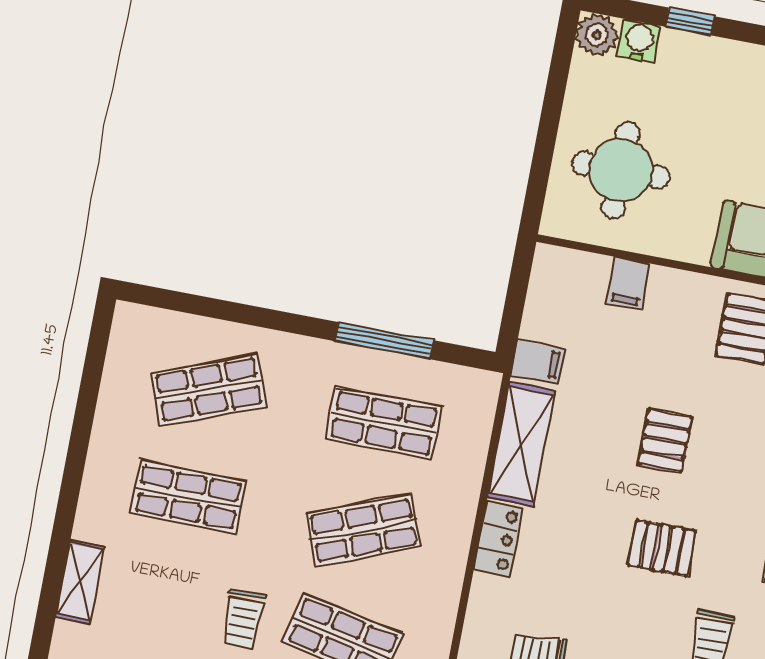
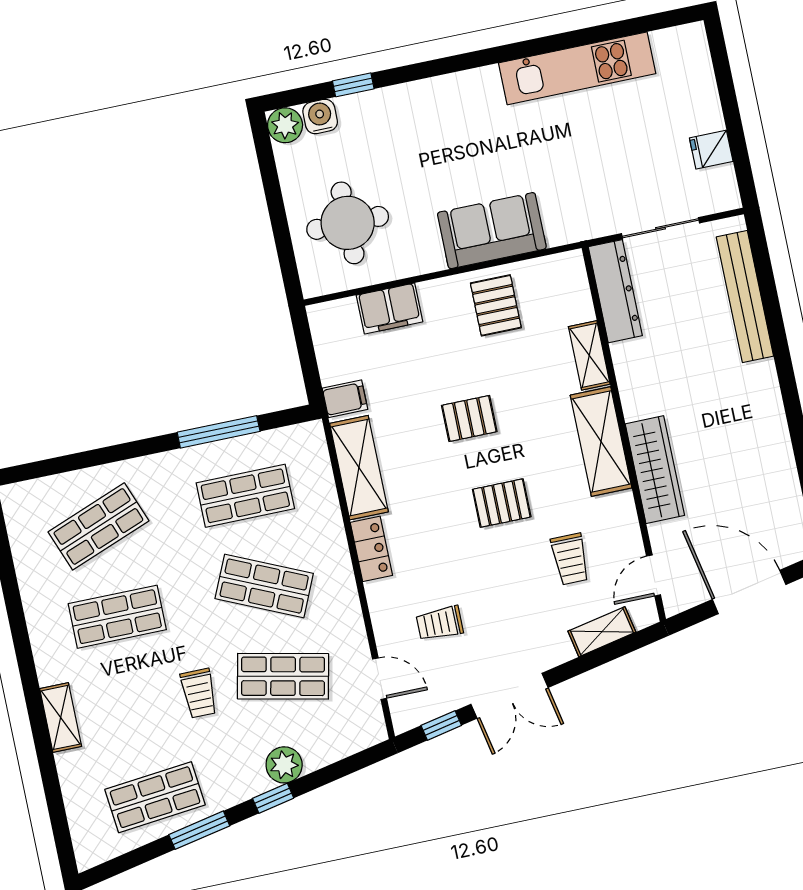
filing cabinet: (628, 283) -> (390, 309), width x2.00
pallet: (665, 440) -> (469, 418), turned 90
shop shelf: (363, 531) -> (264, 586), turned 45

